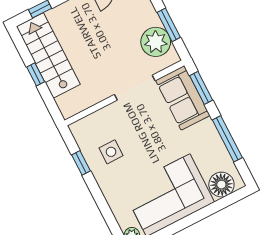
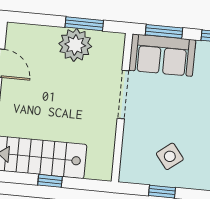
plant: (156, 42) -> (75, 45), moved
side table: (111, 152) -> (170, 156), turned -38

